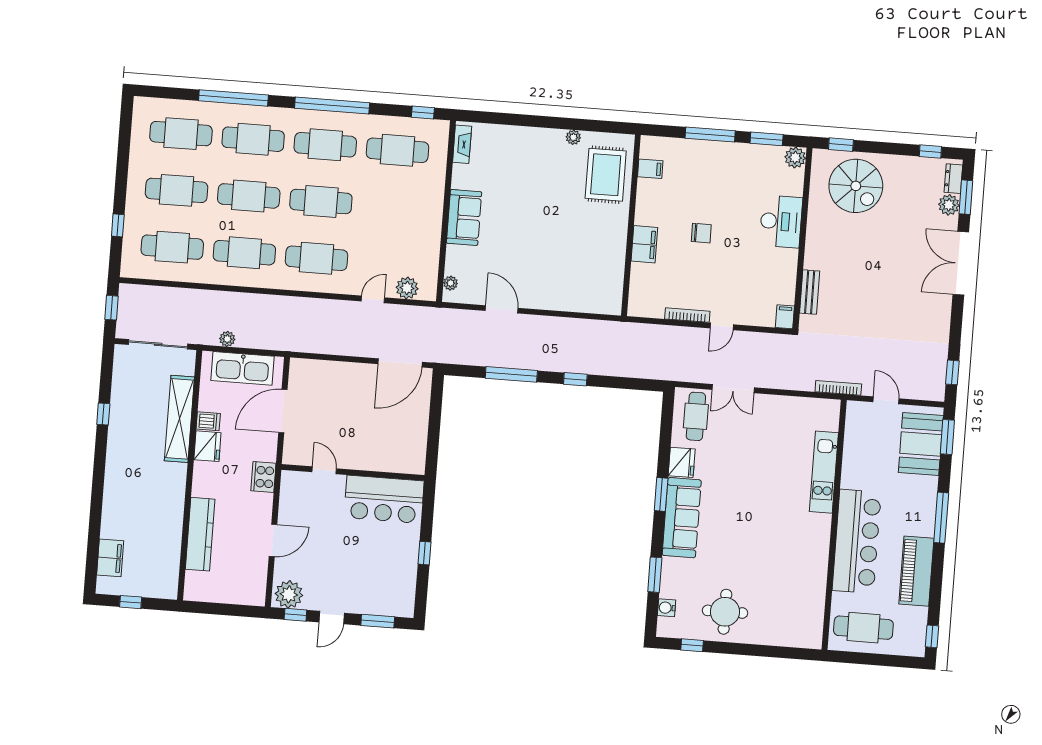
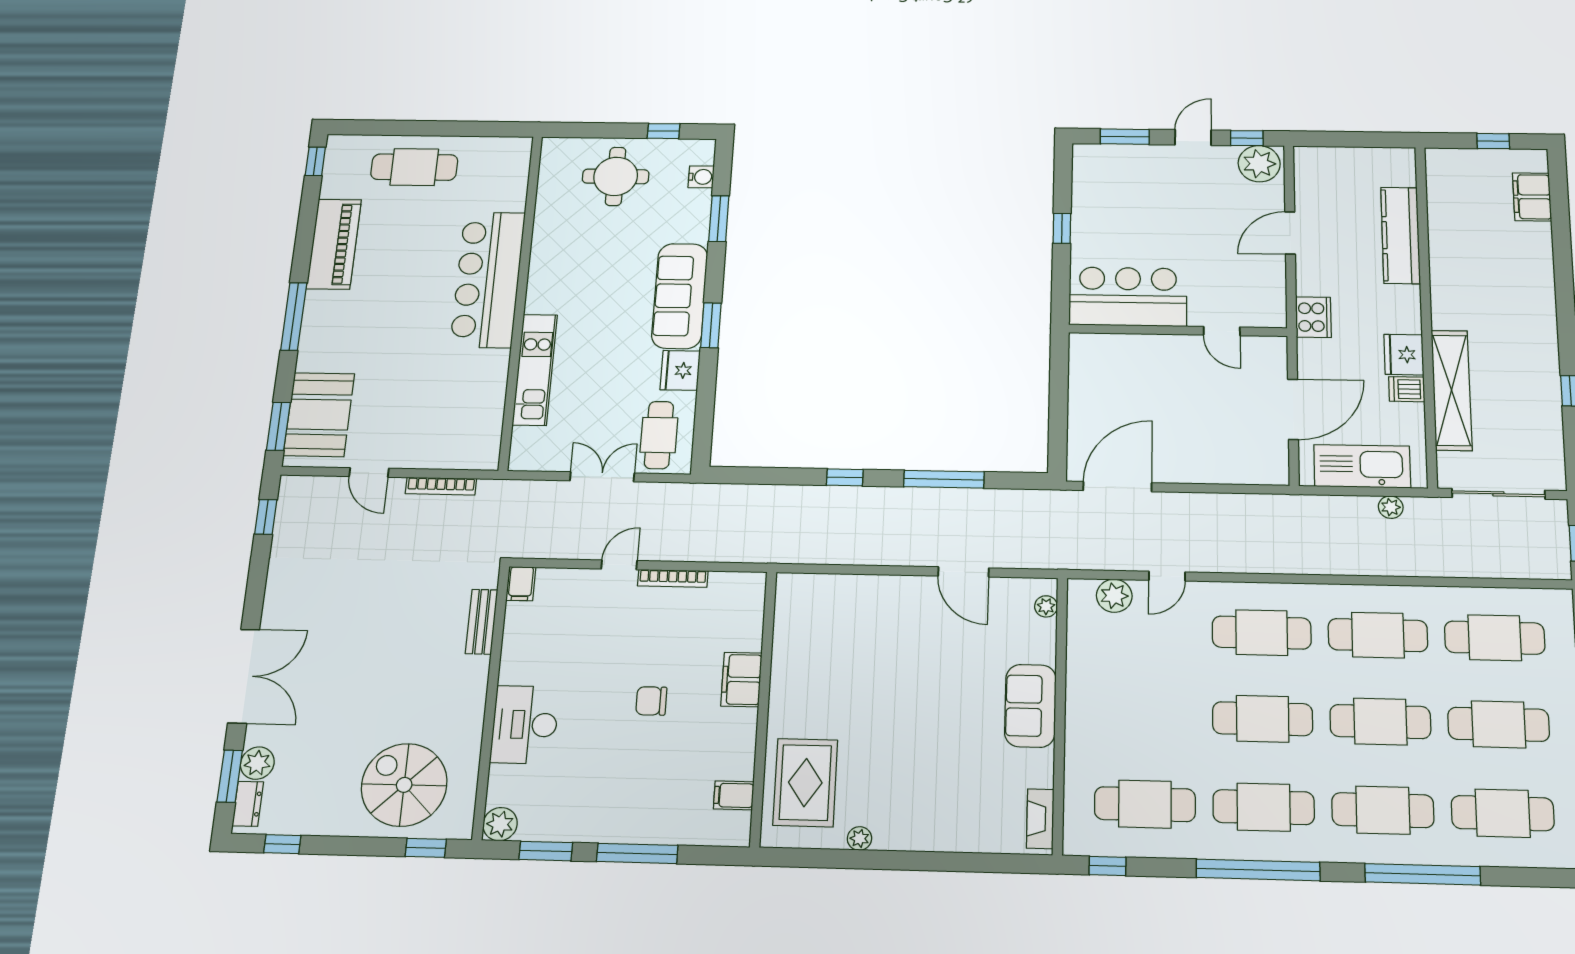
kitchen unit: (824, 472) -> (535, 370), moved
wall: (834, 525) -> (521, 299), moved
bar counter: (857, 541) -> (488, 279), moved

